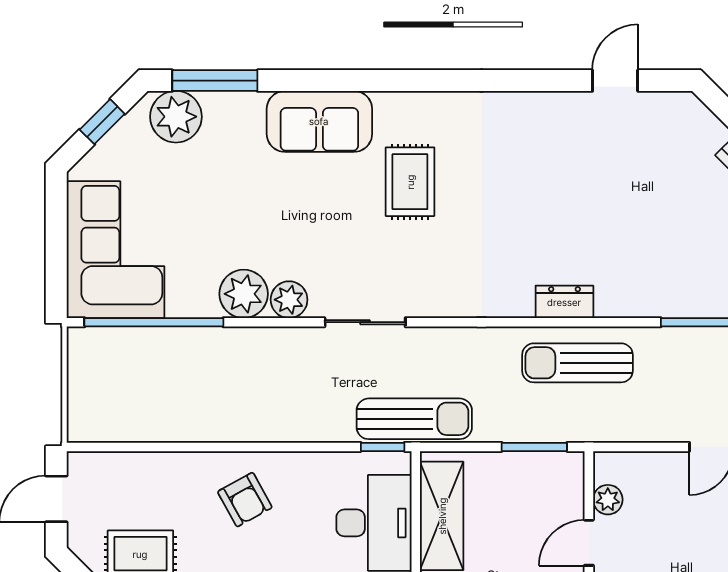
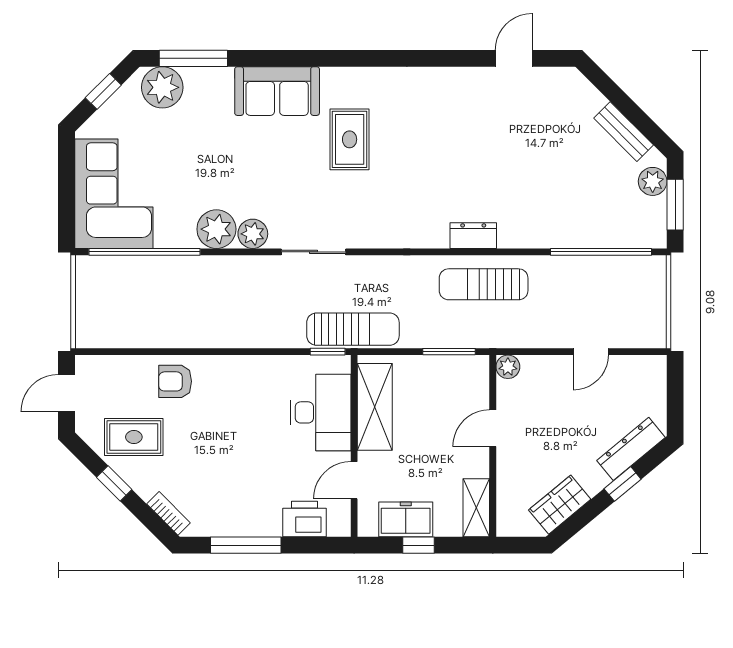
armchair: (245, 500) -> (175, 381), moved, turned 119
plant: (608, 500) -> (508, 367), moved

